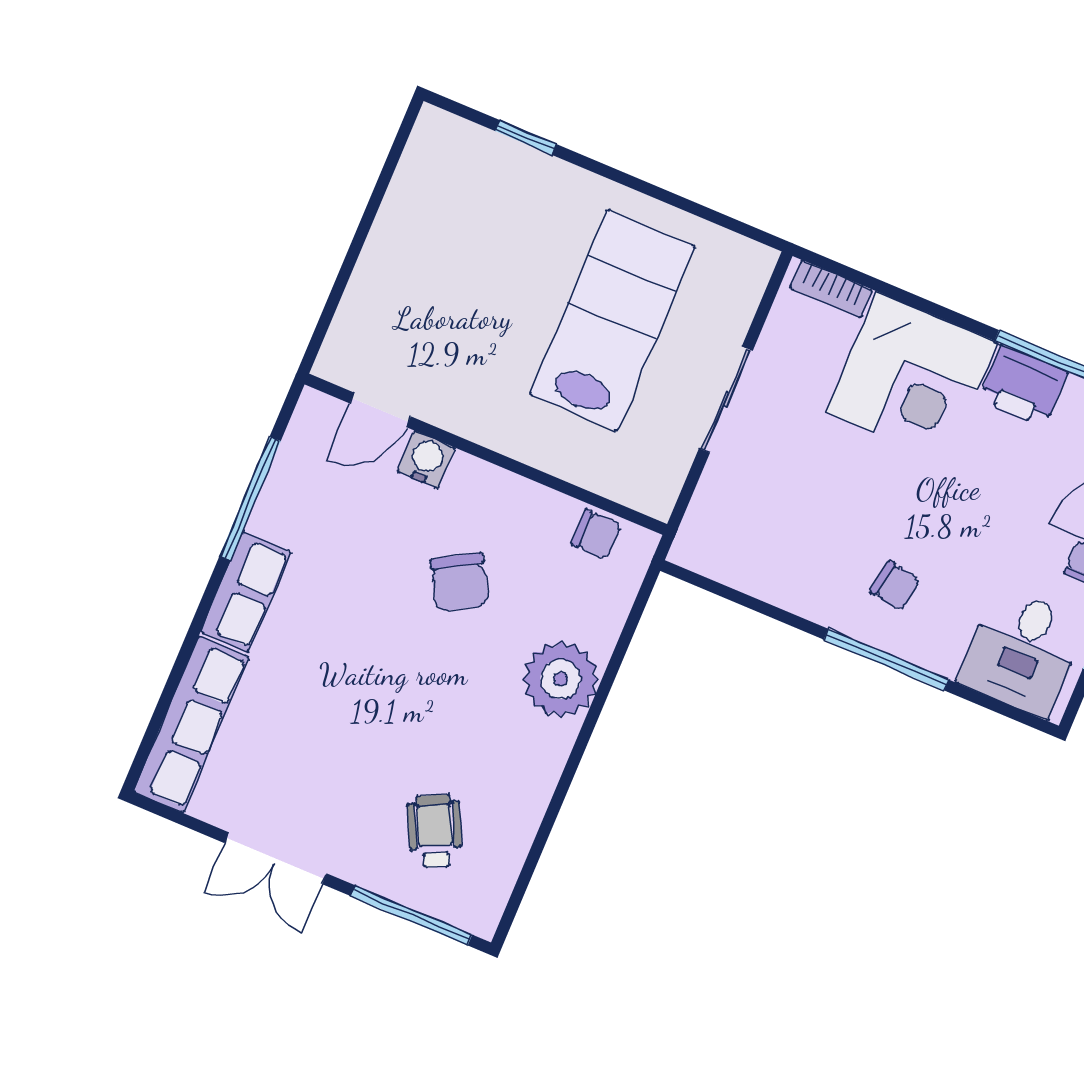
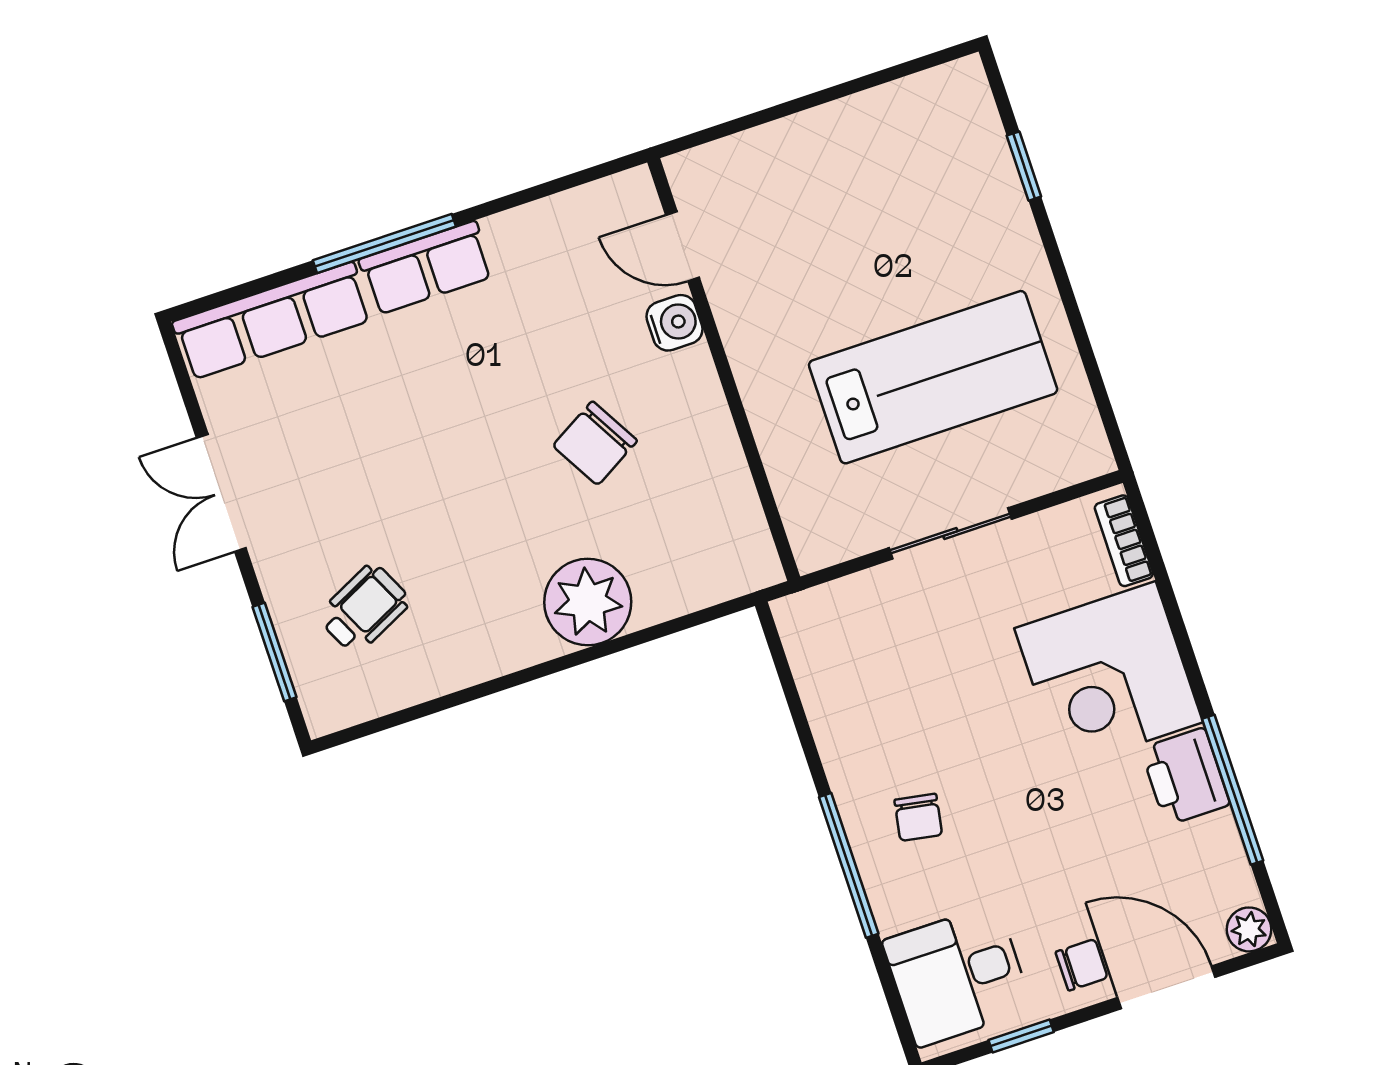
window: (250, 498) -> (384, 243), moved
chair: (596, 534) -> (738, 524), removed
window: (412, 915) -> (274, 652), width x0.69

